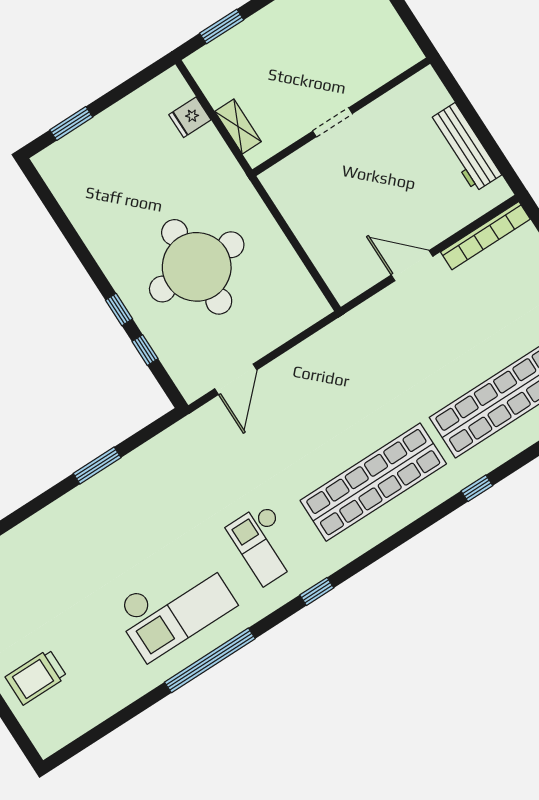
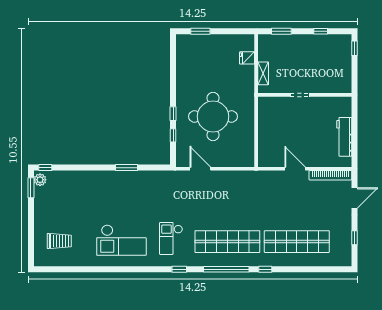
door: (236, 379) -> (200, 169), swing flipped
window: (210, 660) -> (226, 269), moved
trolley: (36, 677) -> (59, 241), moved, turned 180

